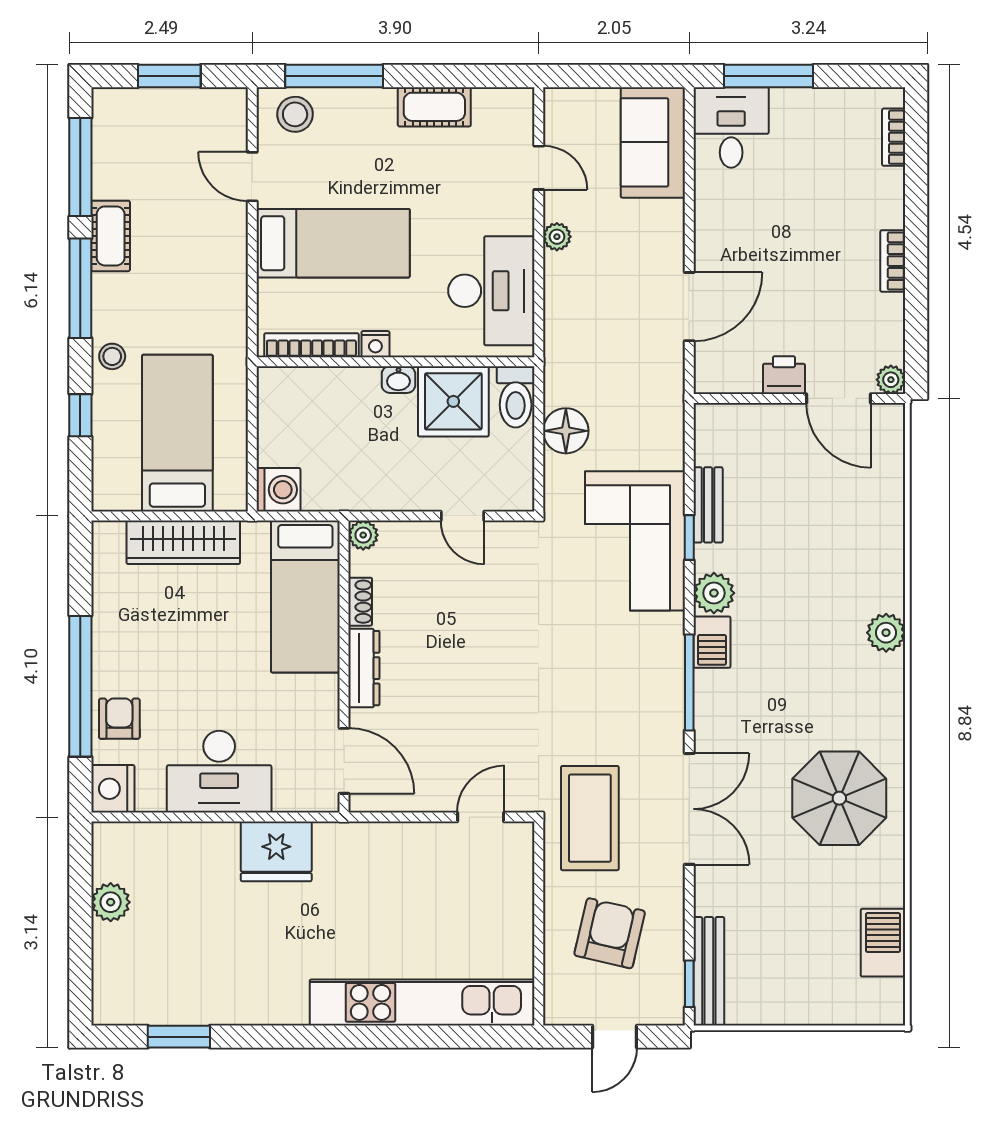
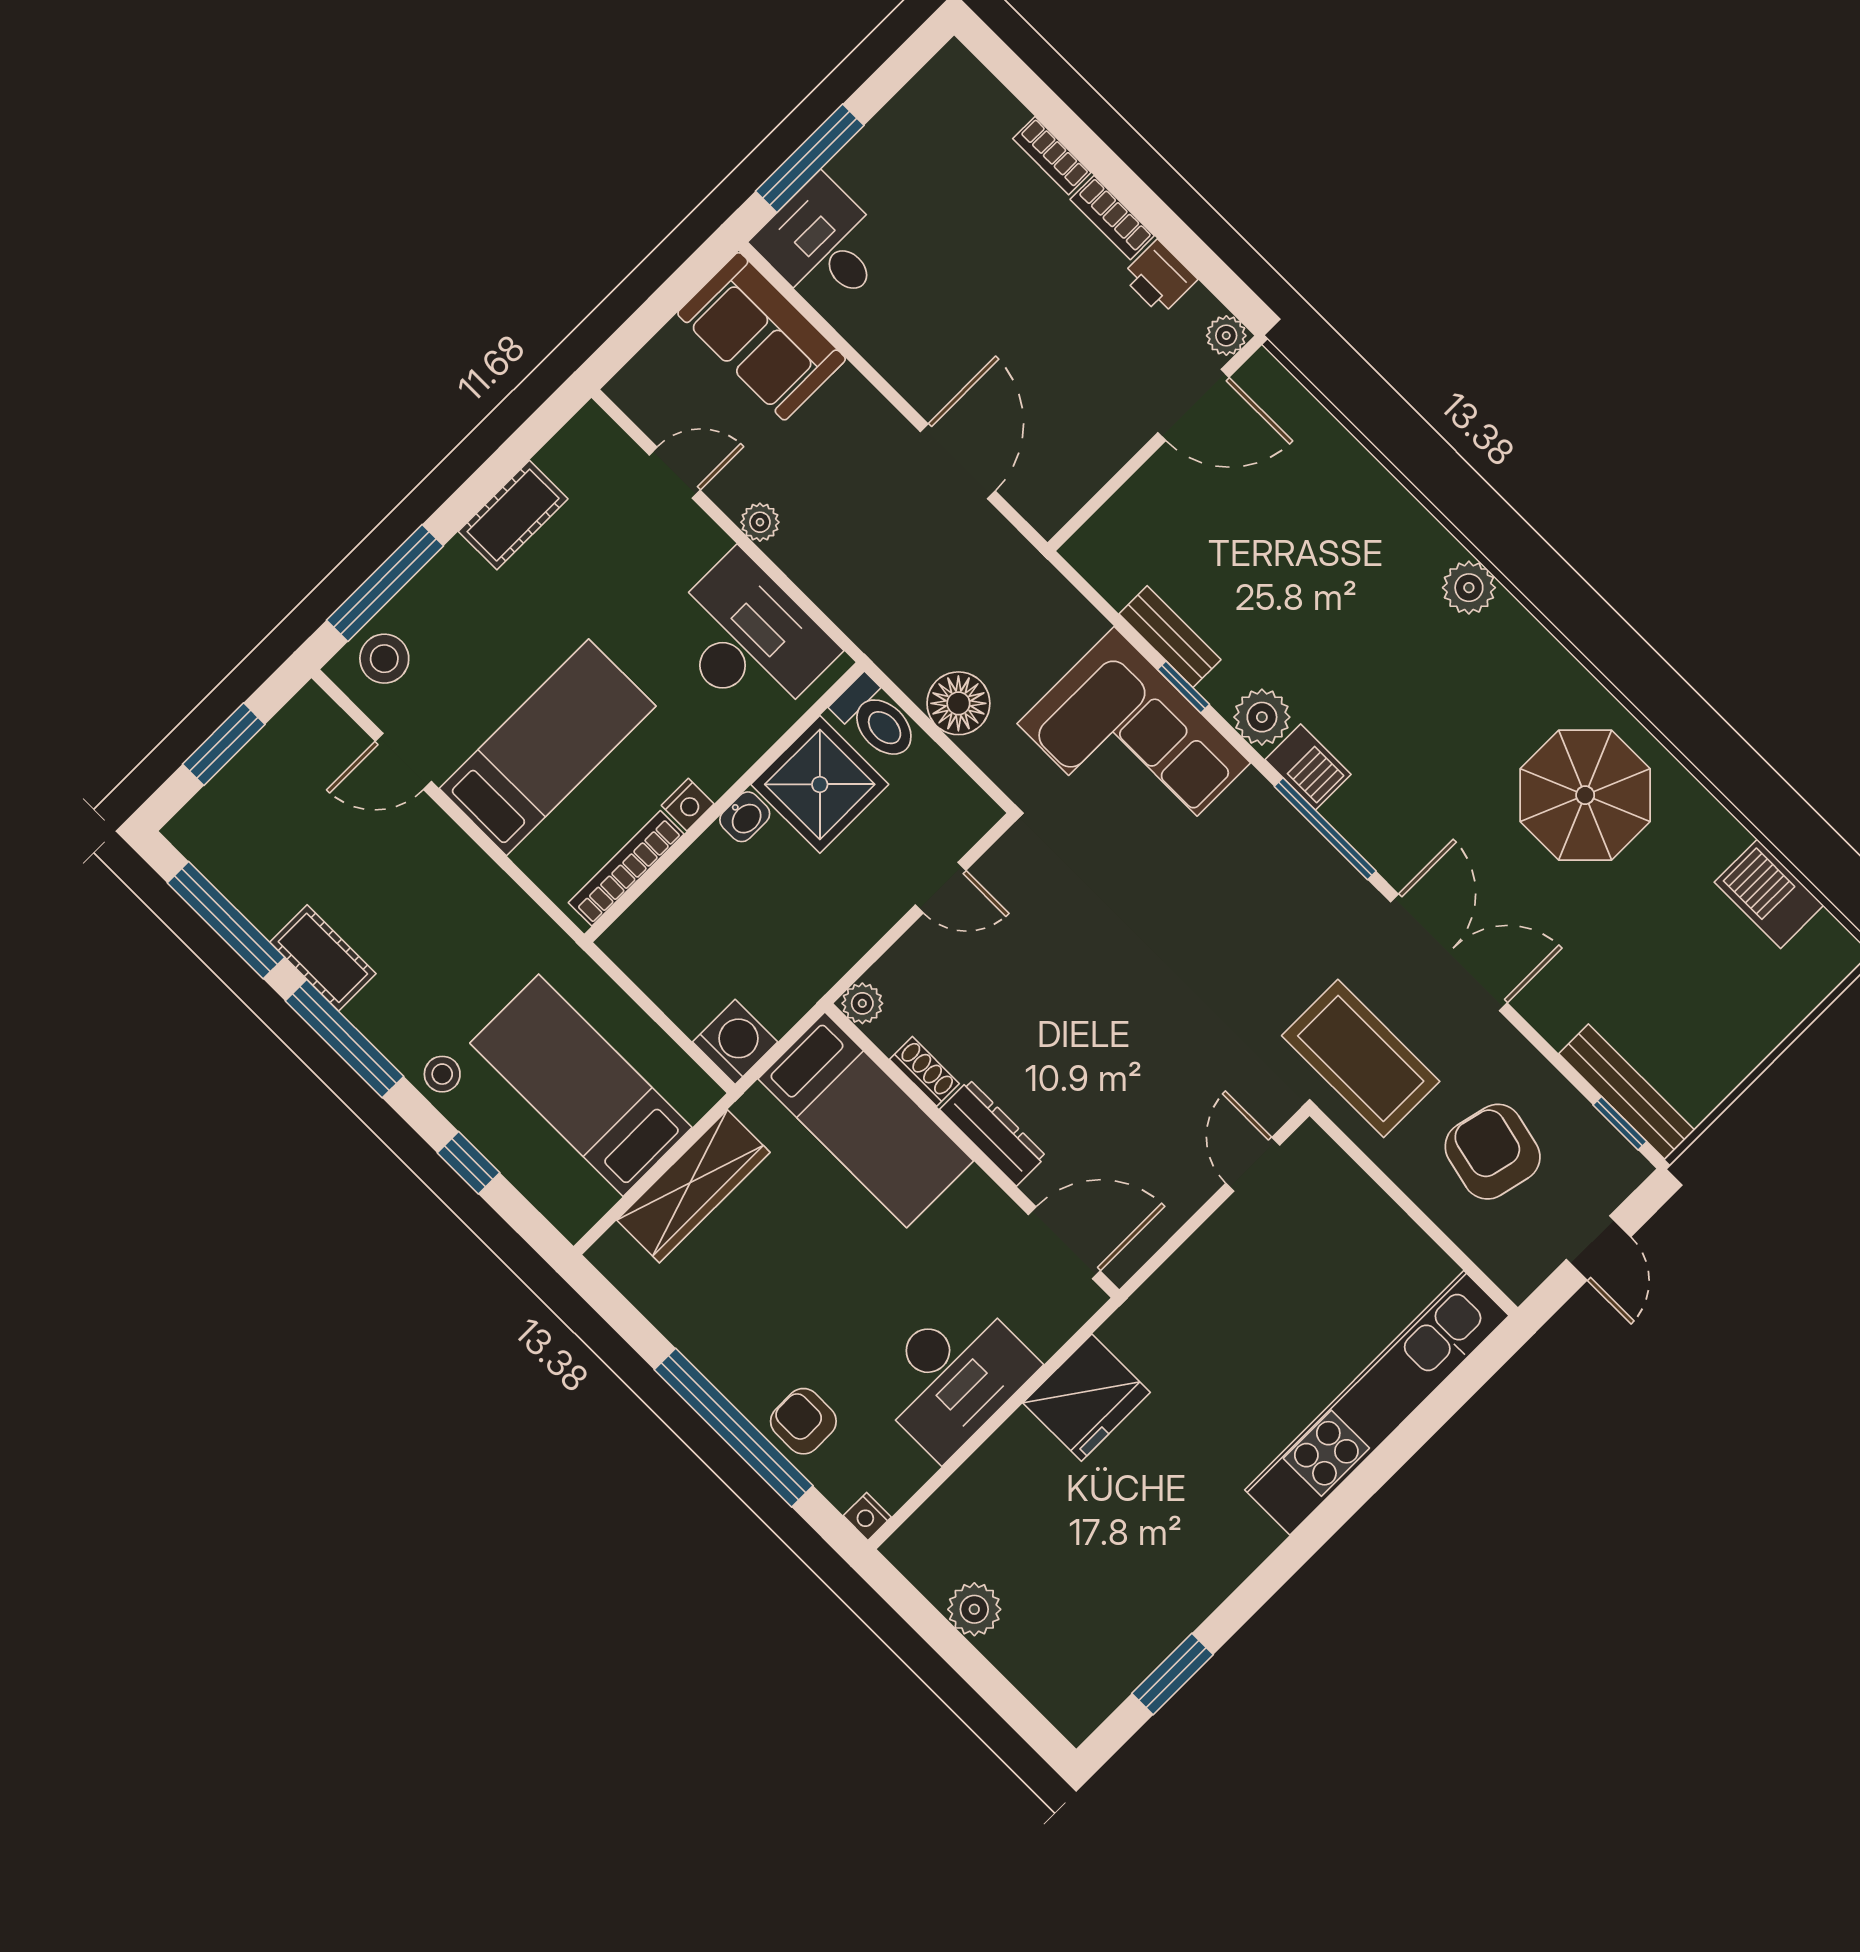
bookcase: (894, 137) -> (1052, 156), moved
printer: (784, 375) -> (1159, 278), moved, turned -90
nightstand: (113, 789) -> (867, 1516), width x0.53, depth x0.56

